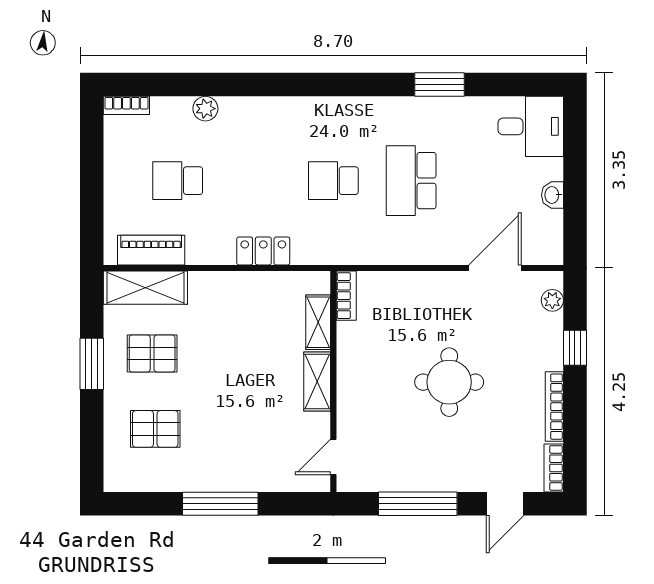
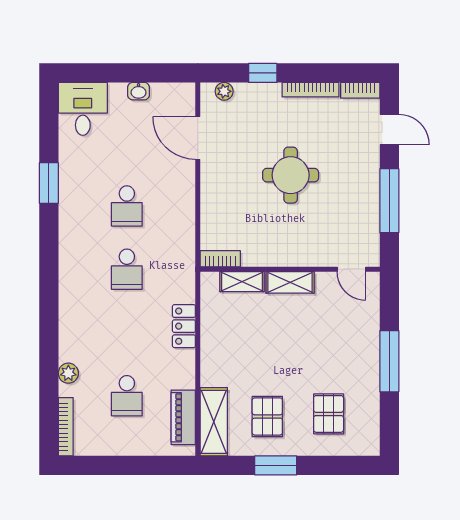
bookcase: (126, 105) -> (66, 427), width x1.56
school desk: (411, 181) -> (127, 206), width x0.54

